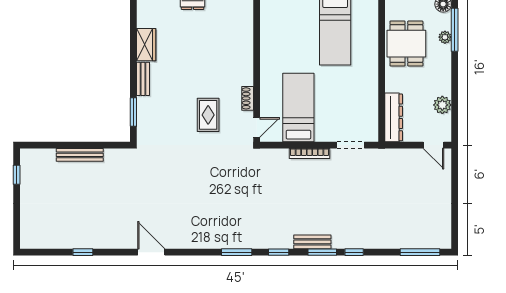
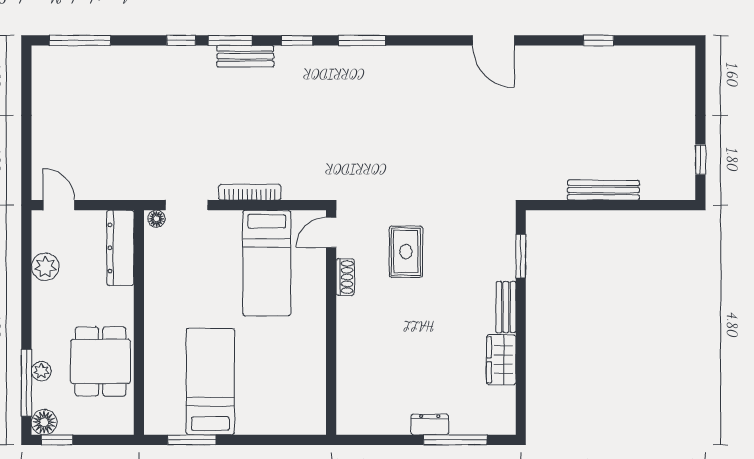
floor lamp: (370, 136) -> (156, 219), added

